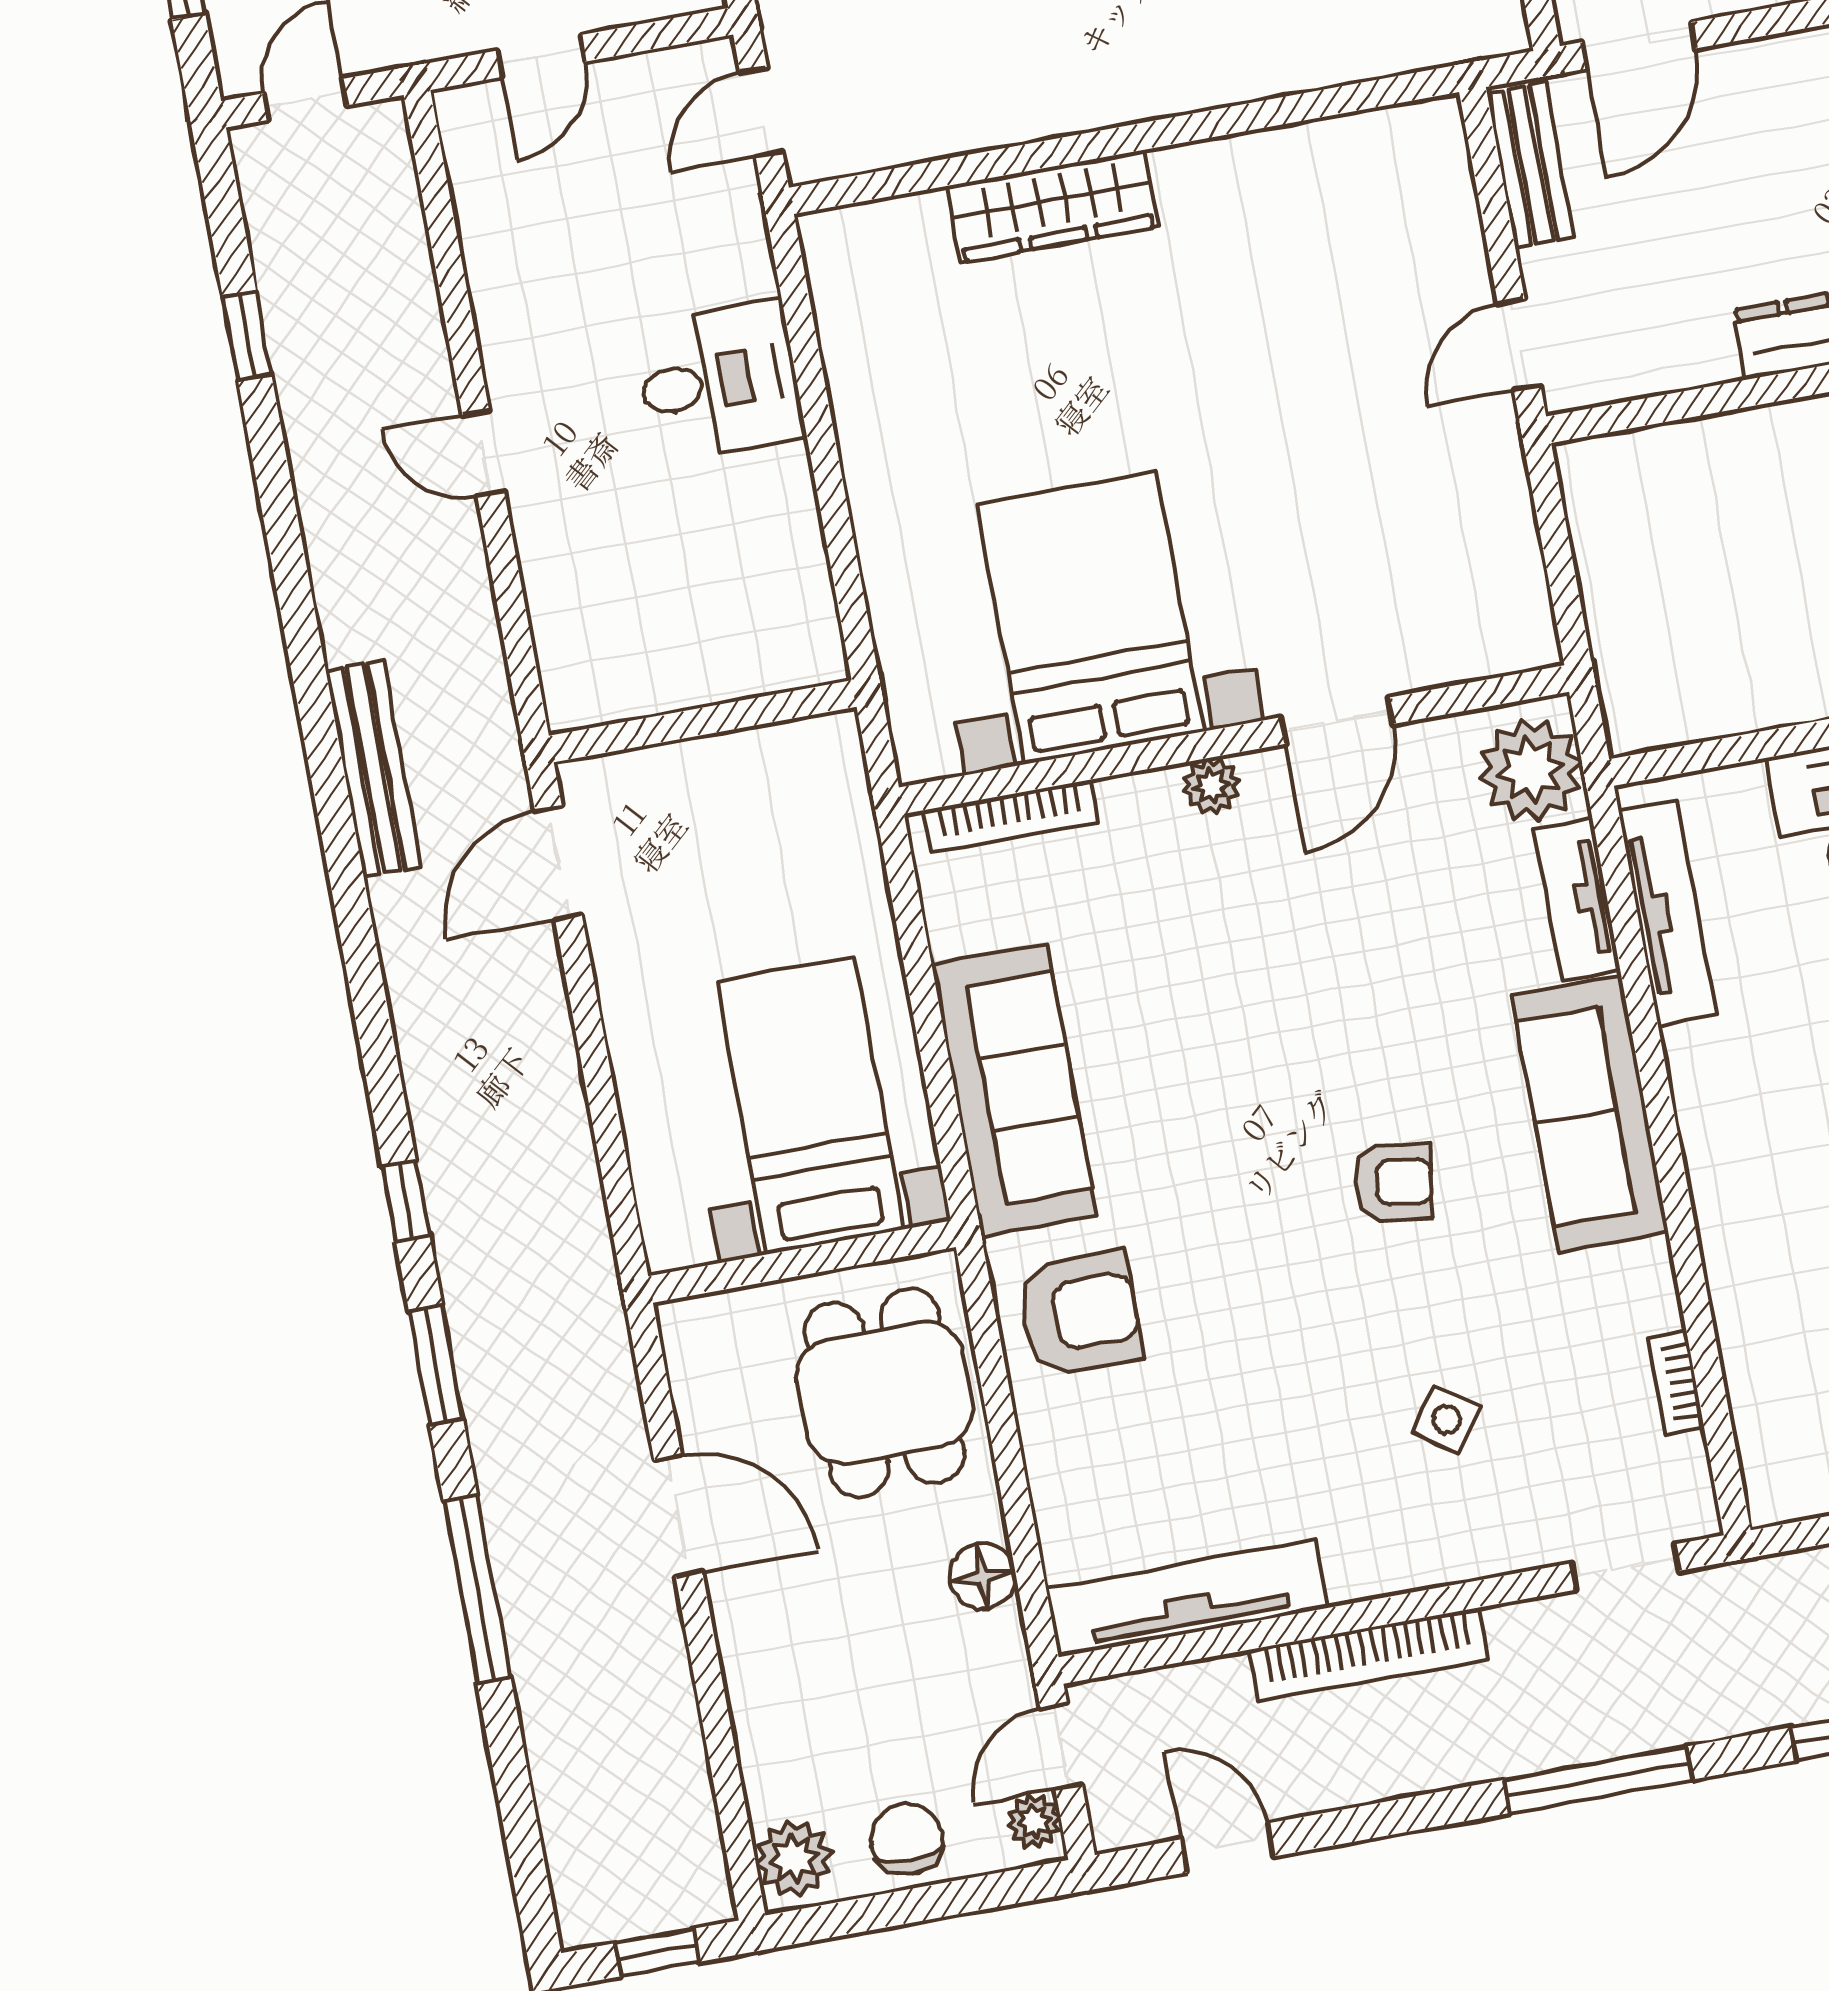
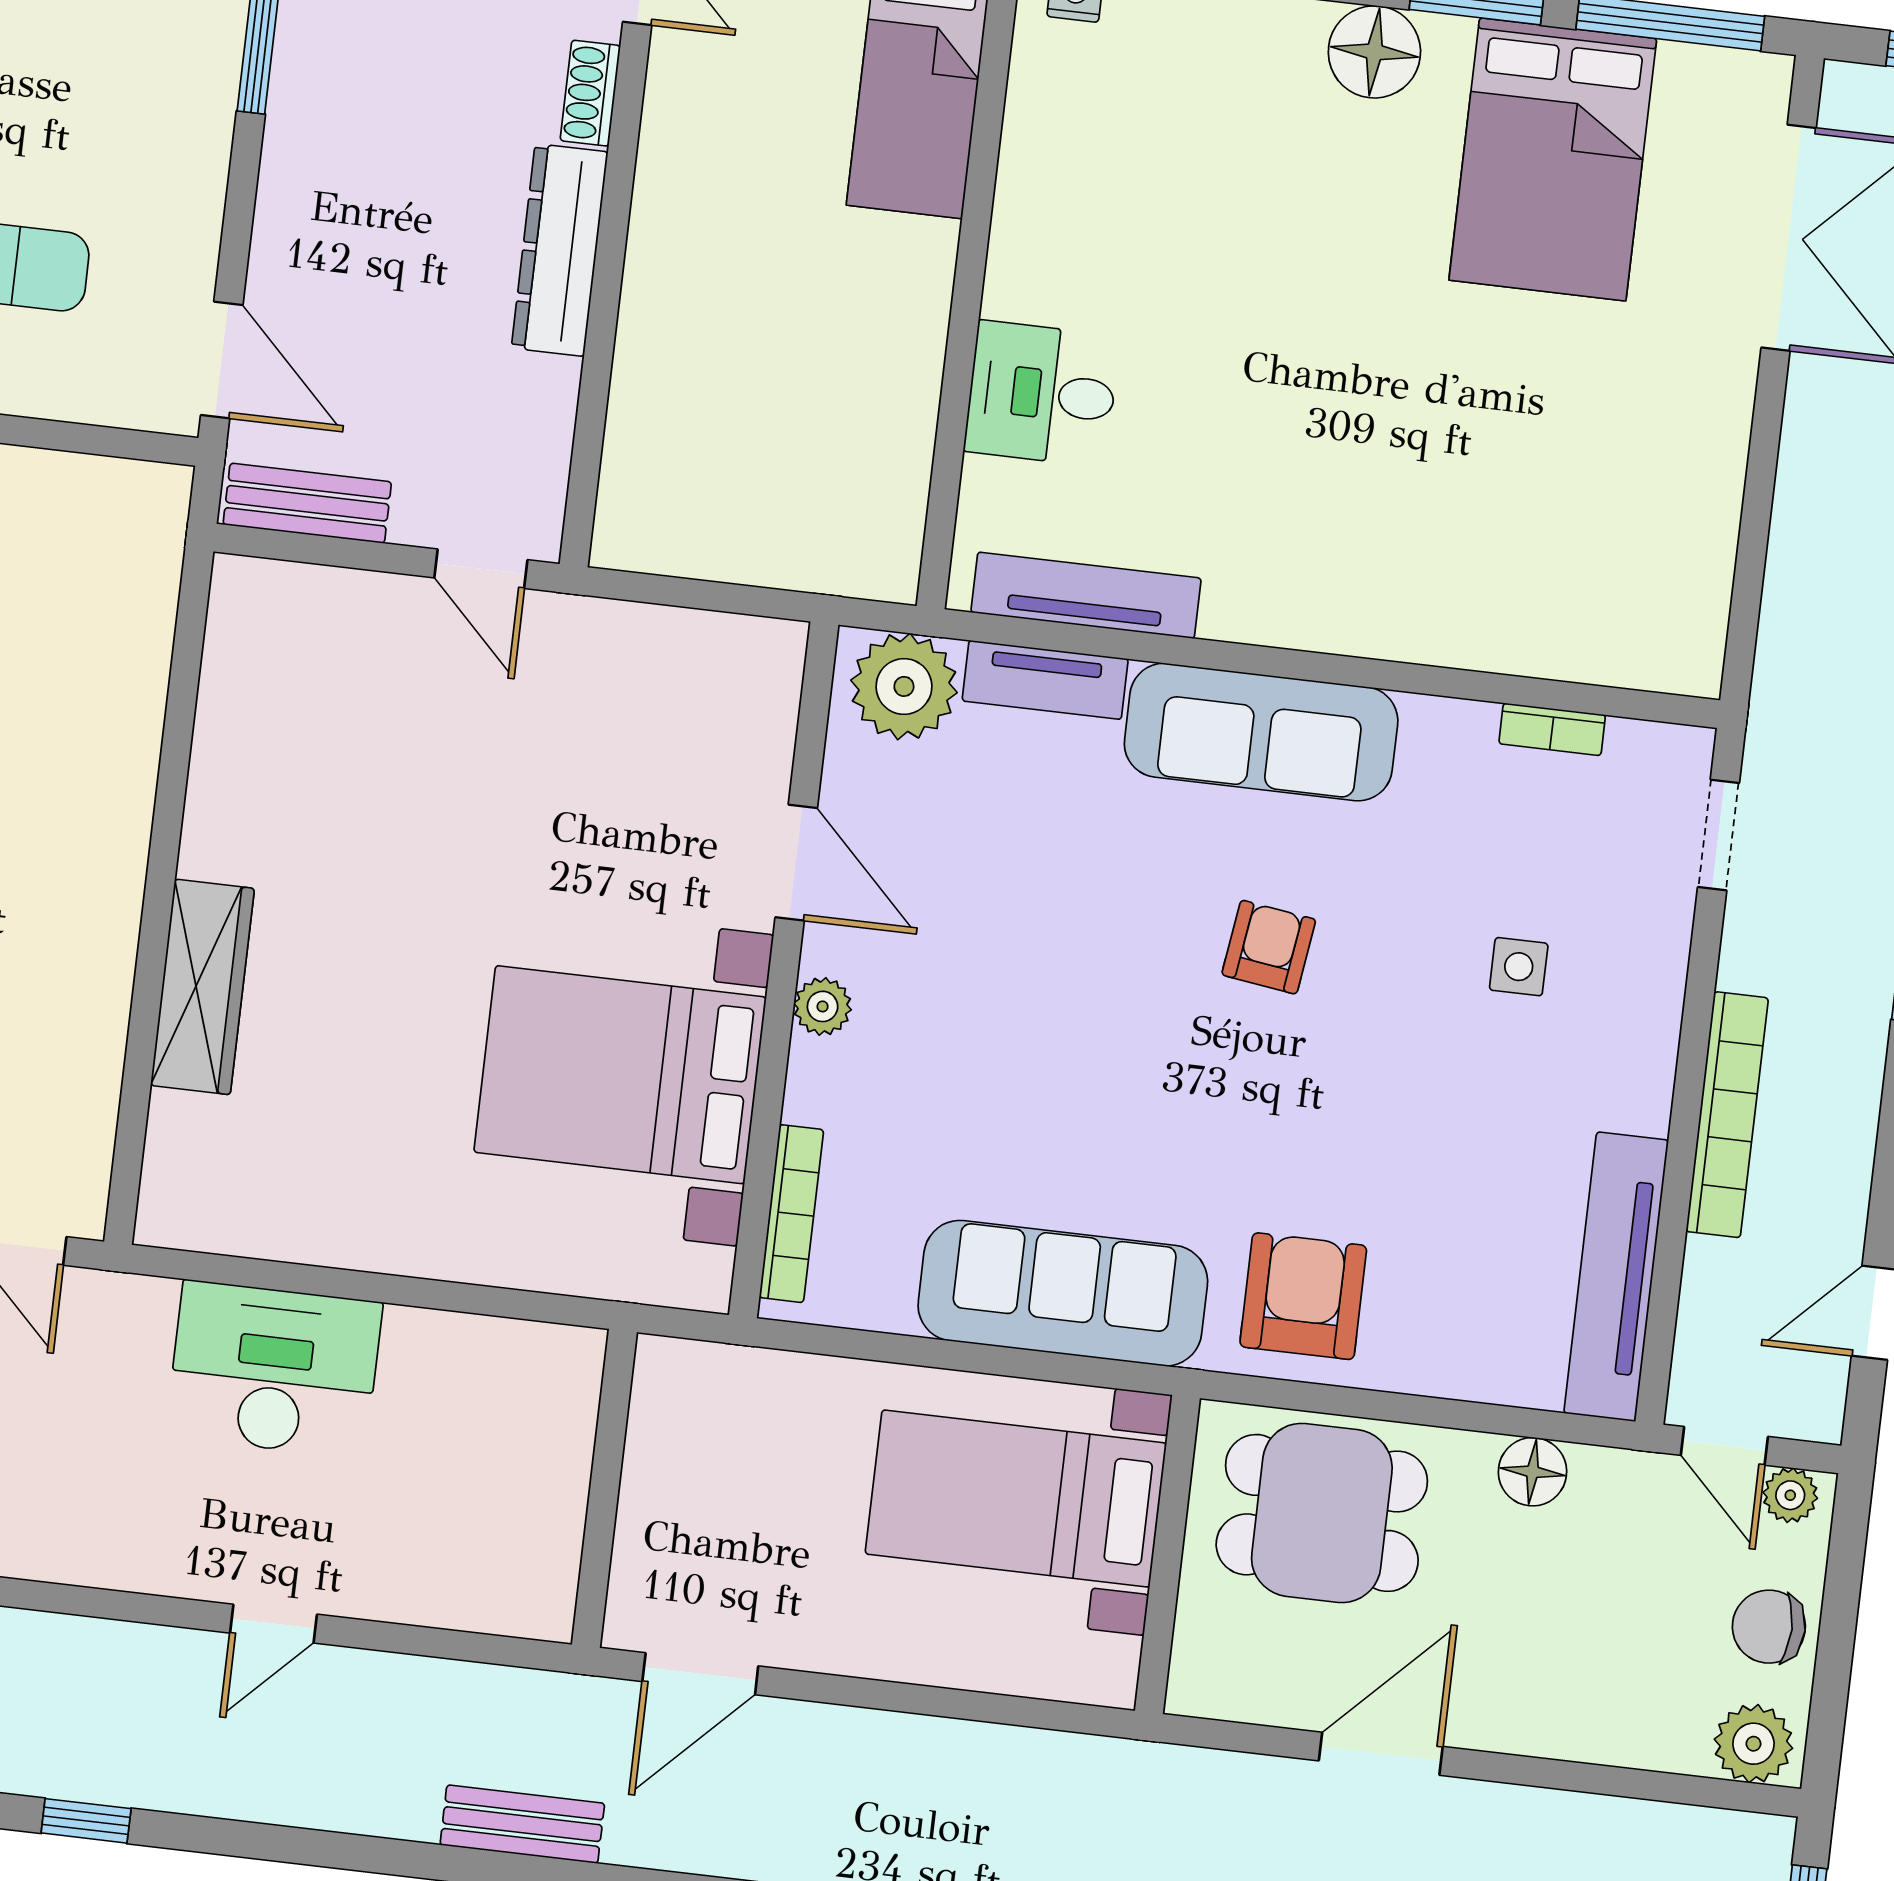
desk: (719, 381) -> (274, 1369), width x1.37
bench: (373, 768) -> (522, 1824), width x0.73
door: (558, 863) -> (700, 1674), hinge flipped
side table: (1447, 1419) -> (1519, 967), turned -35

